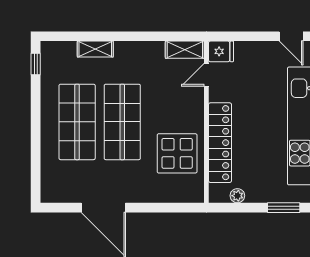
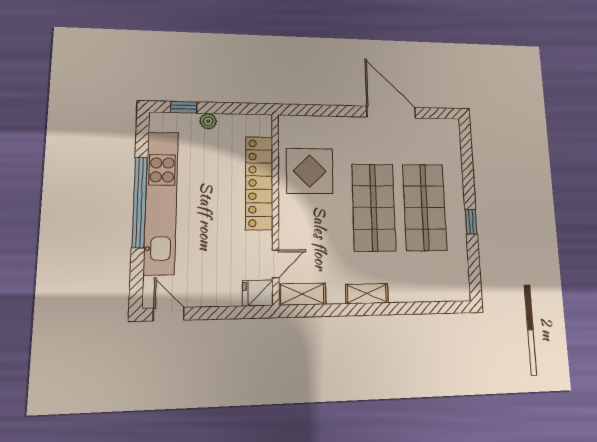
shelving: (95, 49) -> (367, 294), moved
window: (36, 64) -> (471, 222), moved
plant: (237, 196) -> (208, 121), moved
window: (284, 208) -> (184, 107), width x0.67

